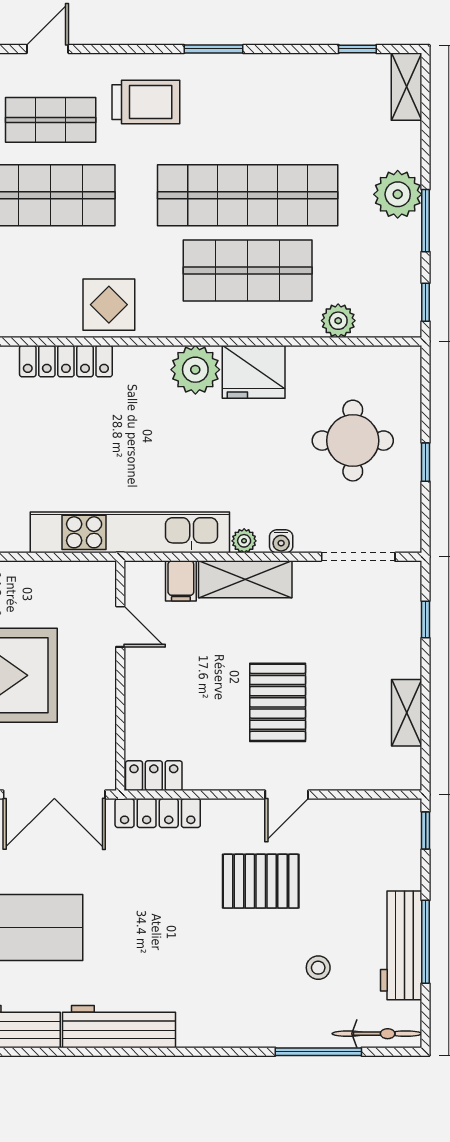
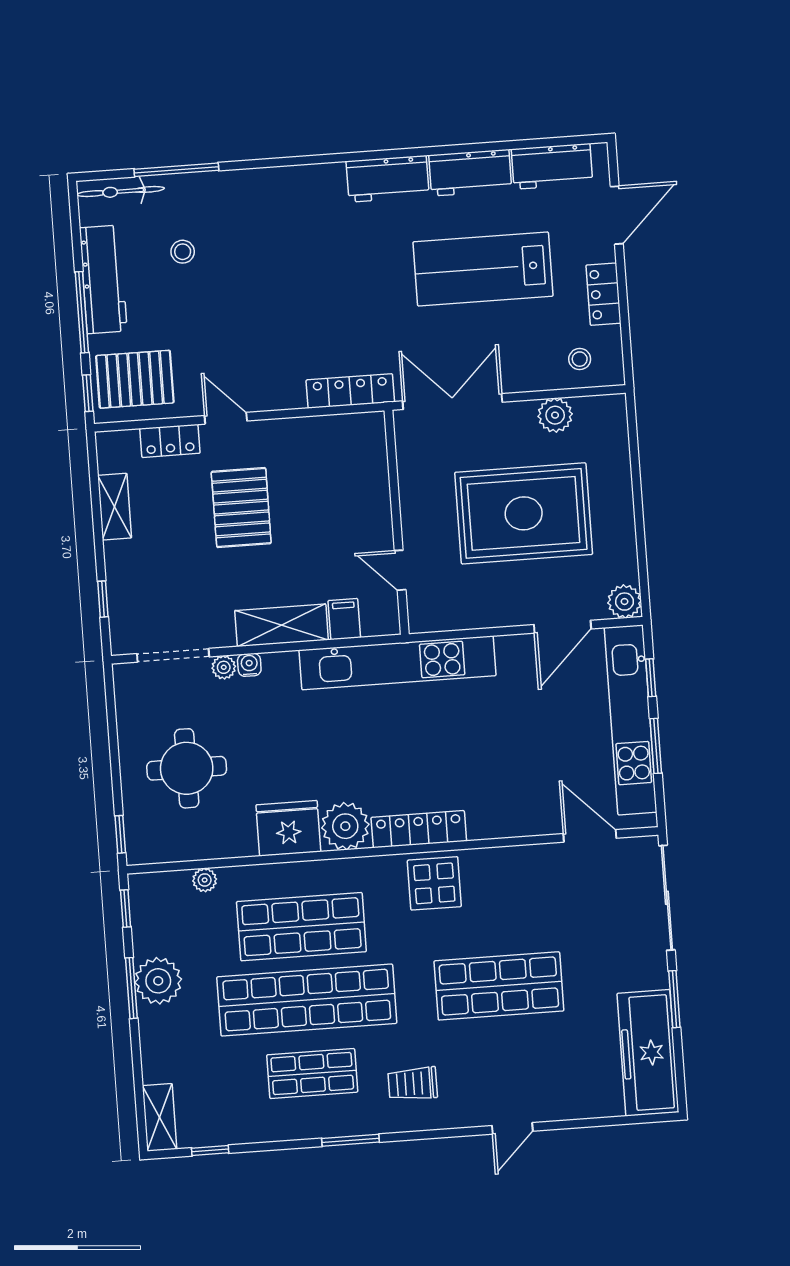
trolley: (146, 102) -> (413, 1084), width x0.73, depth x0.72
shop shelf: (51, 120) -> (312, 1073), moved
plant: (398, 194) -> (158, 981), moved
plant: (338, 321) -> (205, 880), width x0.73, depth x0.73
locker: (66, 361) -> (419, 829), moved
window: (426, 462) -> (120, 834), moved
plant: (244, 541) -> (224, 667), moved
locker: (154, 776) -> (170, 441), moved
door: (287, 795) -> (226, 418), hinge flipped
pallet: (261, 881) -> (135, 379), moved
window: (426, 942) -> (82, 312), moved
workbench: (119, 1027) -> (388, 179), width x0.73

